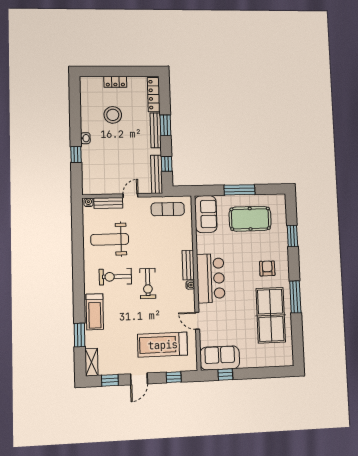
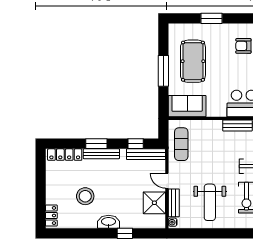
locker: (115, 82) -> (51, 215), moved
washbasin: (85, 138) -> (109, 222), width x1.91, depth x1.45
shower: (108, 184) -> (154, 203), added

